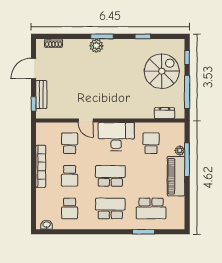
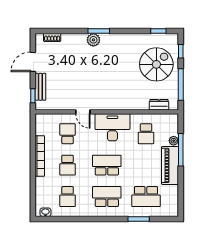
window: (143, 36) -> (158, 31), moved
school desk: (151, 143) -> (146, 134), turned 180

